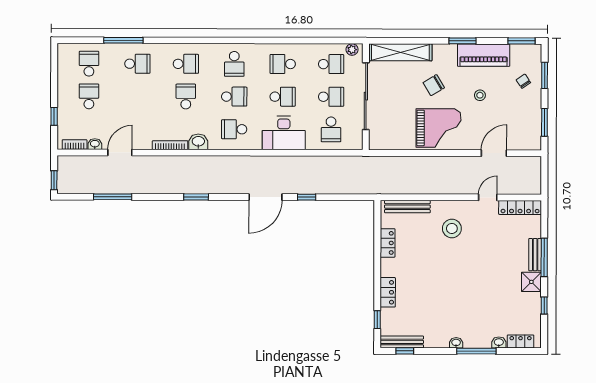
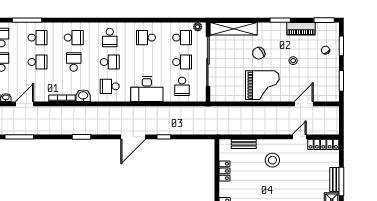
piano: (484, 55) -> (301, 29), width x0.73, depth x0.75
school desk: (283, 97) -> (38, 62), moved
bench: (407, 207) -> (244, 144), width x0.73

